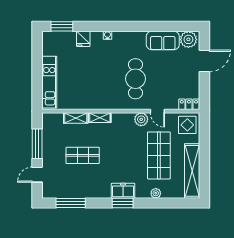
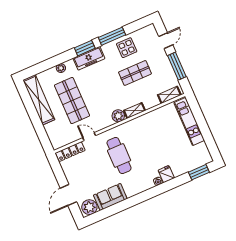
fridge: (83, 39) -> (166, 174), moved
locker: (189, 104) -> (70, 152), width x1.53
shelving: (76, 118) -> (169, 95), moved
plant: (141, 119) -> (118, 116), moved
display table: (187, 125) -> (127, 48), moved
freezer: (123, 191) -> (89, 58), width x1.40
window: (71, 203) -> (112, 36), moved

